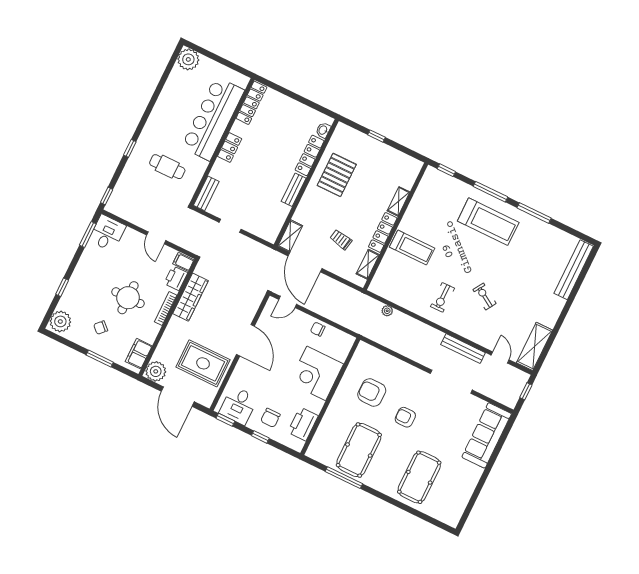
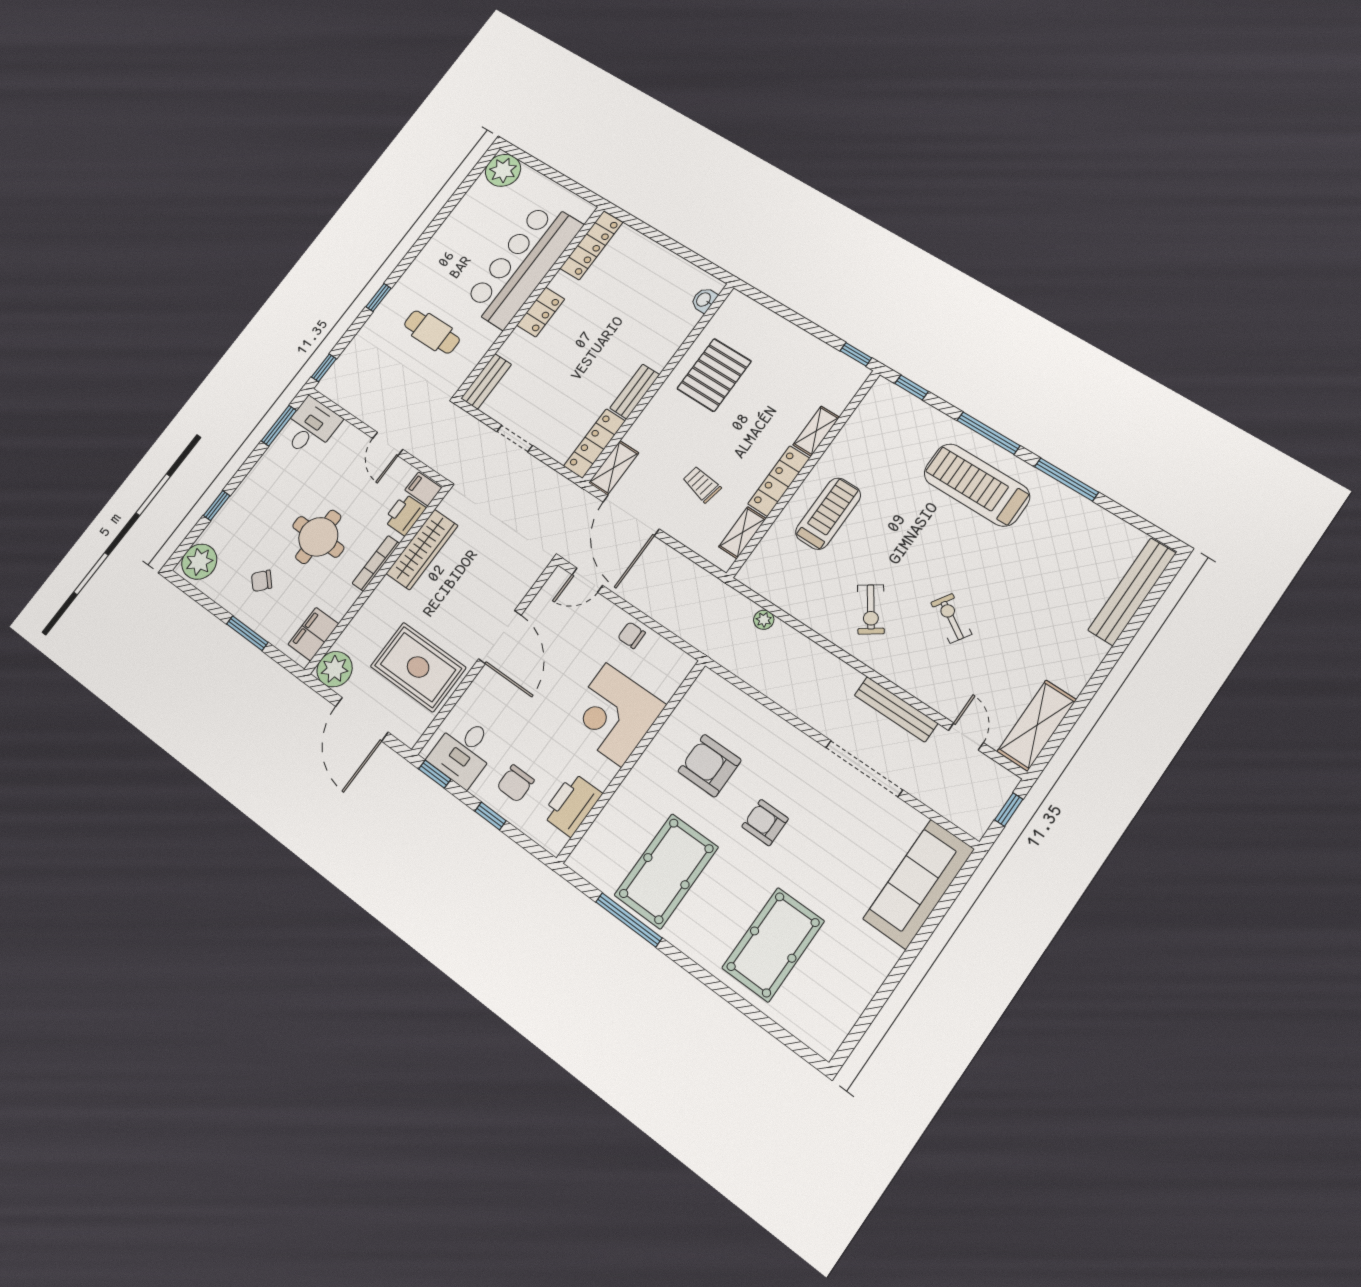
window: (377, 136) -> (856, 354), moved
locker: (310, 155) -> (594, 444), moved
treadmill: (488, 222) -> (977, 485), turned 180
treadmill: (412, 248) -> (828, 514), turned -90
exercise bike: (442, 297) -> (871, 609), turned -35

